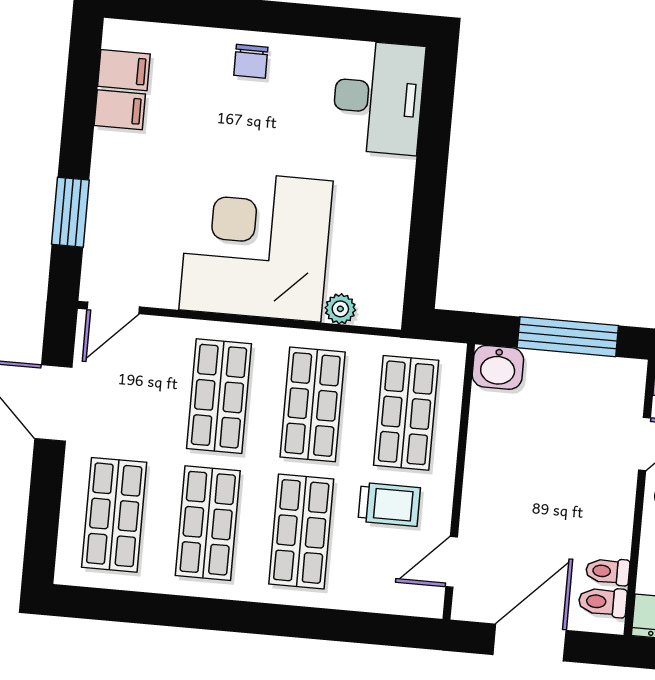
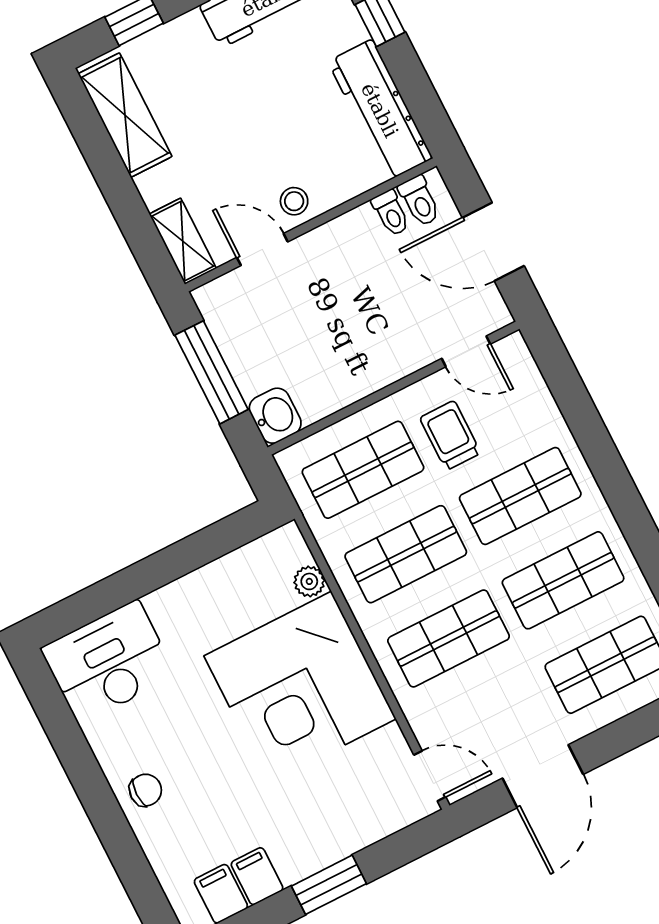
window: (70, 212) -> (329, 885), moved

